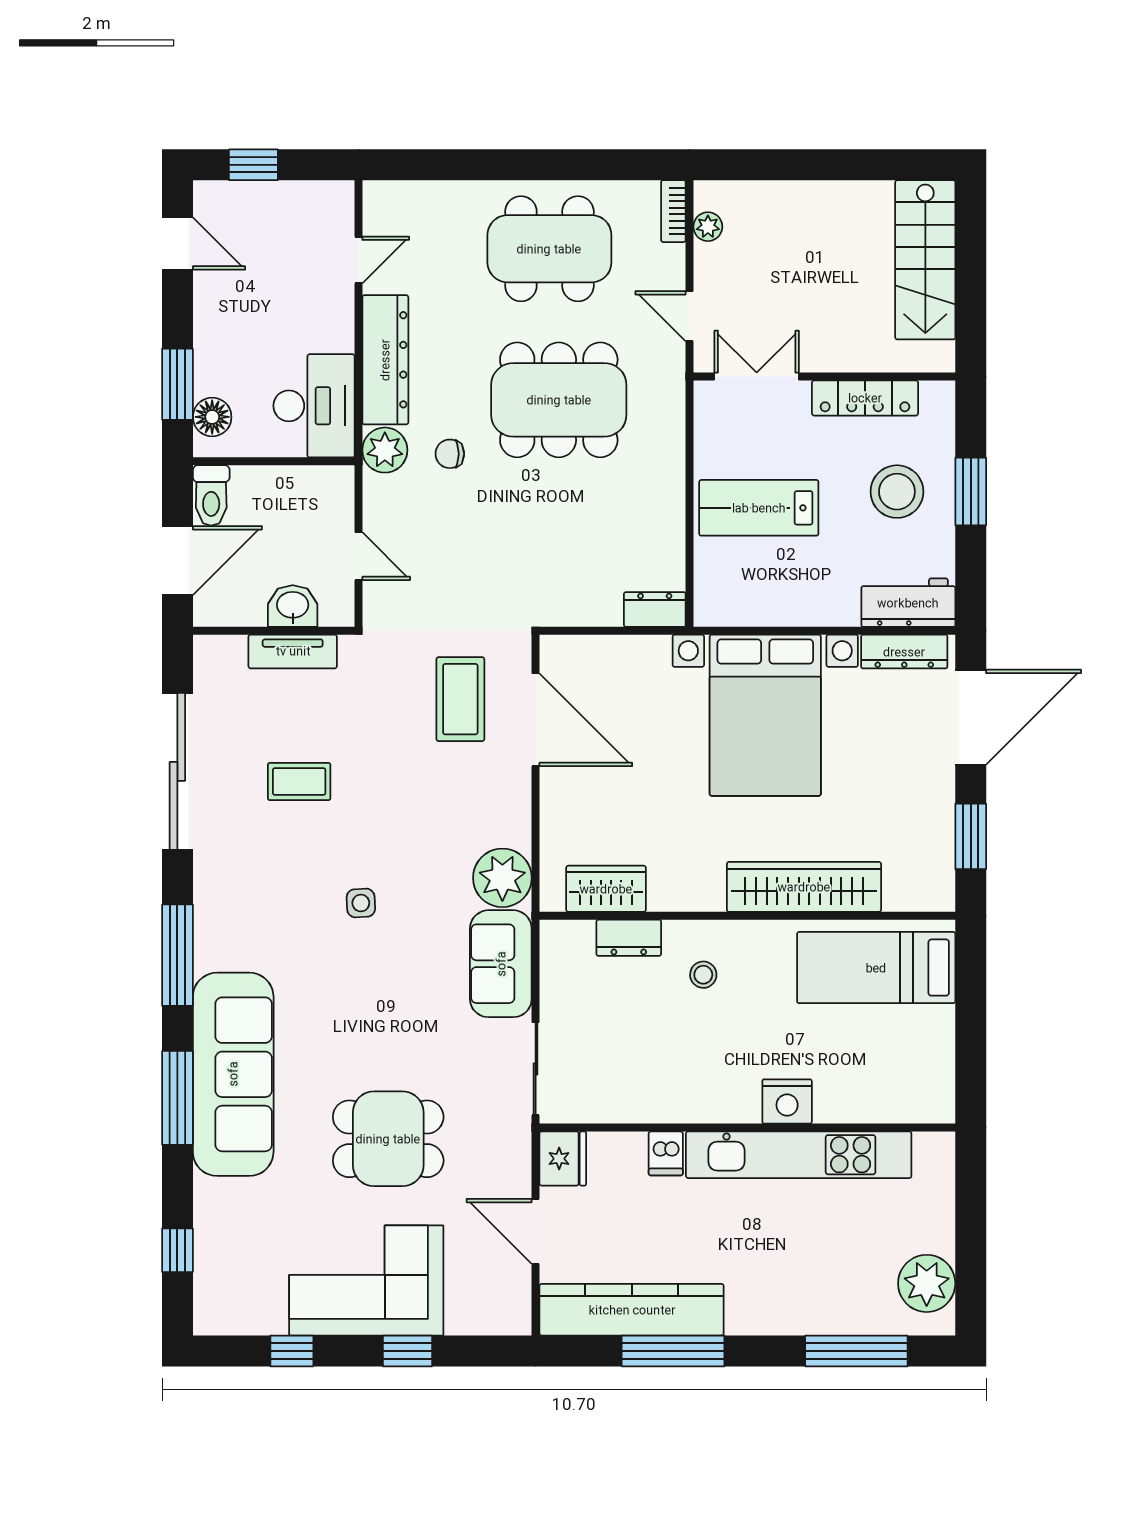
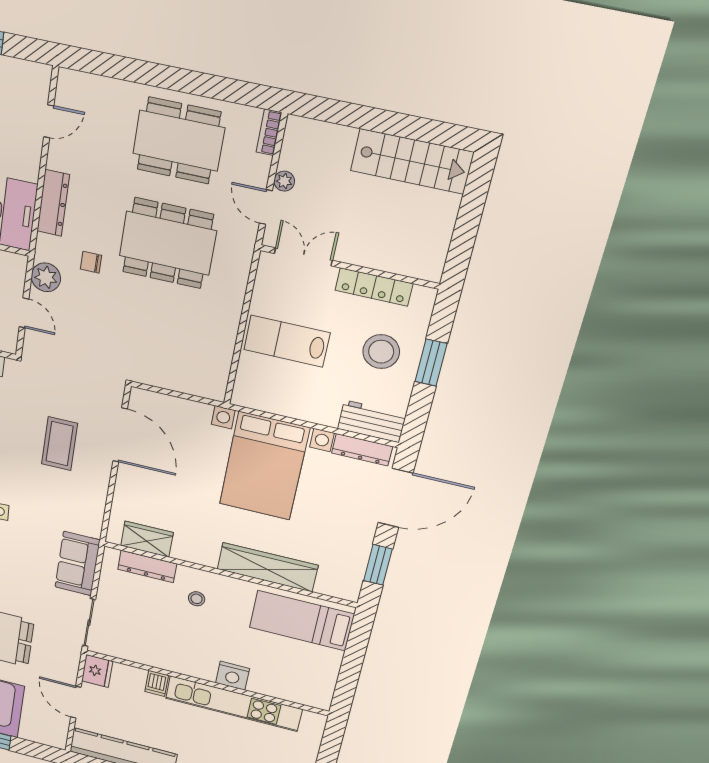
plant: (708, 227) -> (284, 181), moved
stairs: (925, 260) -> (412, 161), moved, turned -90
dresser: (385, 360) -> (53, 203), width x0.73, depth x0.80
plant: (385, 450) -> (46, 277), moved
dresser: (655, 610) -> (207, 388), removed
coffee table: (460, 699) -> (60, 444), moved
plant: (502, 878) -> (86, 518), removed
dresser: (629, 938) -> (147, 566), width x1.44

